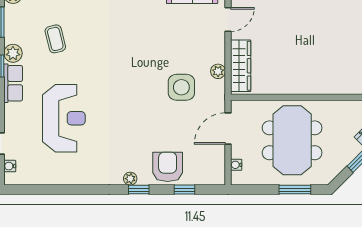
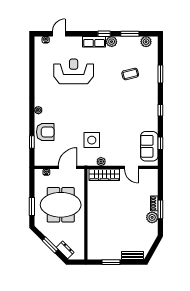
coffee table: (55, 39) -> (130, 74), moved
reception desk: (64, 118) -> (74, 71), turned 180
door: (228, 129) -> (68, 167), hinge flipped
window: (139, 190) -> (32, 115), removed

